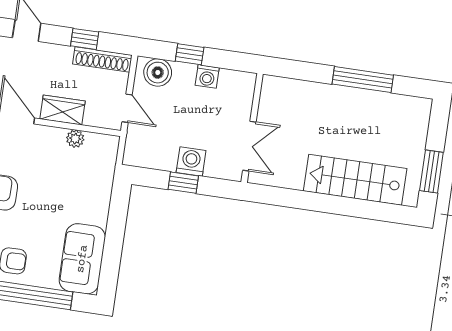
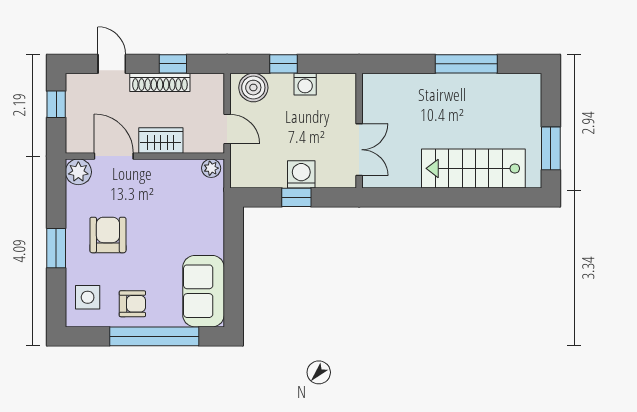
shoe rack: (102, 59) -> (160, 82), moved
plant: (75, 139) -> (211, 168), moved

